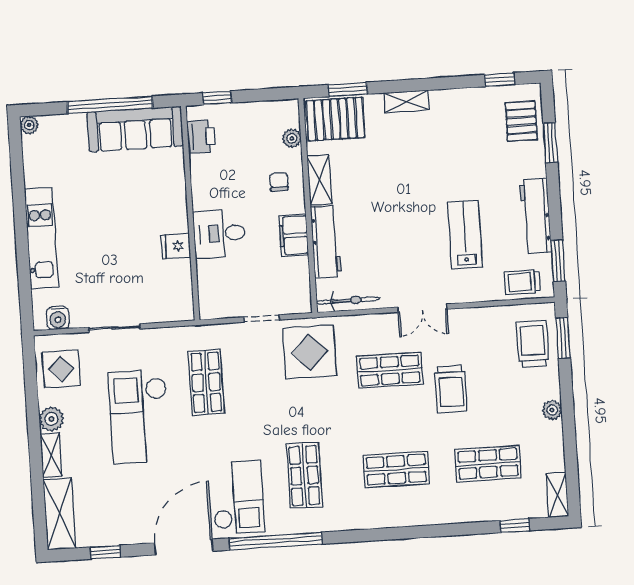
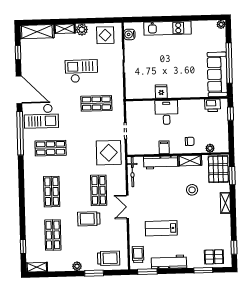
stool: (381, 173) -> (192, 190), added
filing cabinet: (294, 235) -> (164, 147), width x0.50
lab bench: (465, 235) -> (161, 228), turned 180
window: (563, 338) -> (94, 273), moved
checkout: (139, 416) -> (81, 71), width x0.73, depth x0.83

